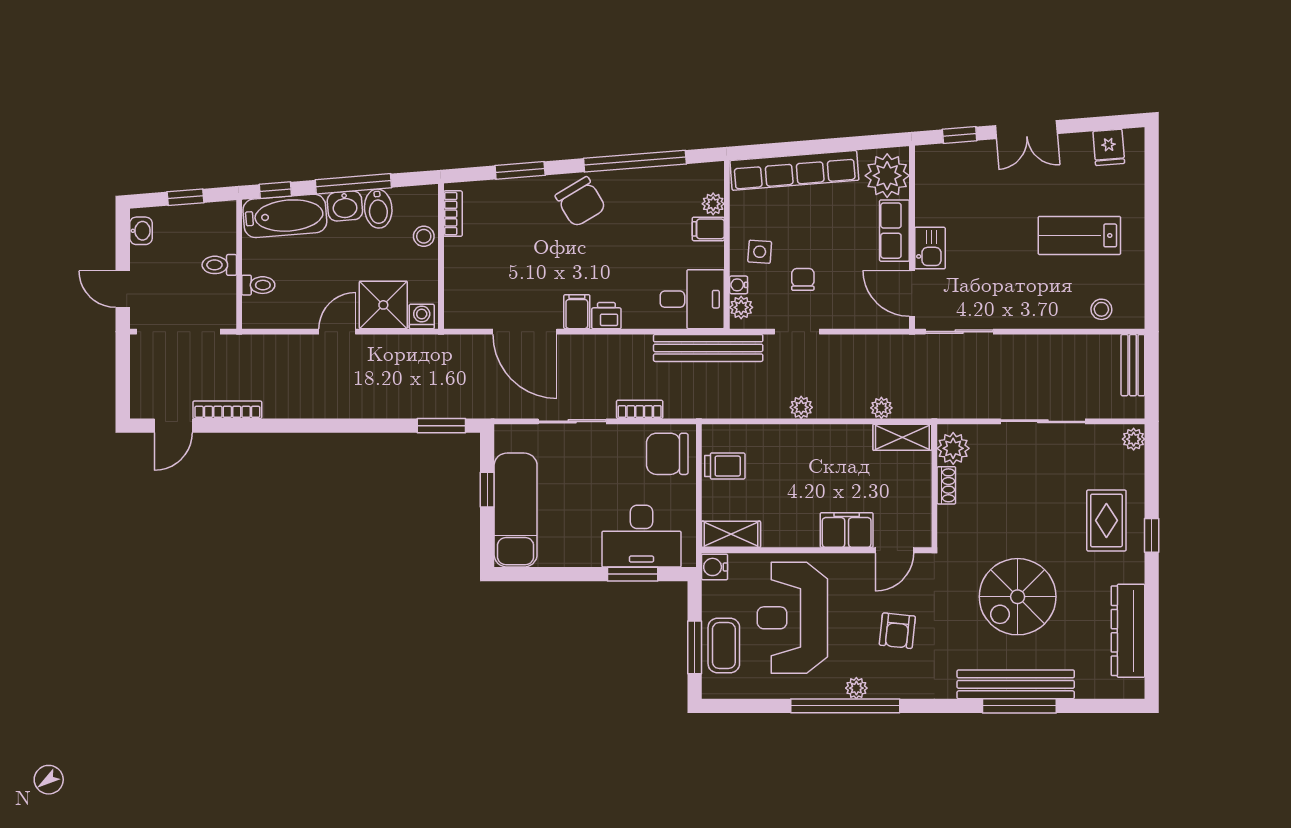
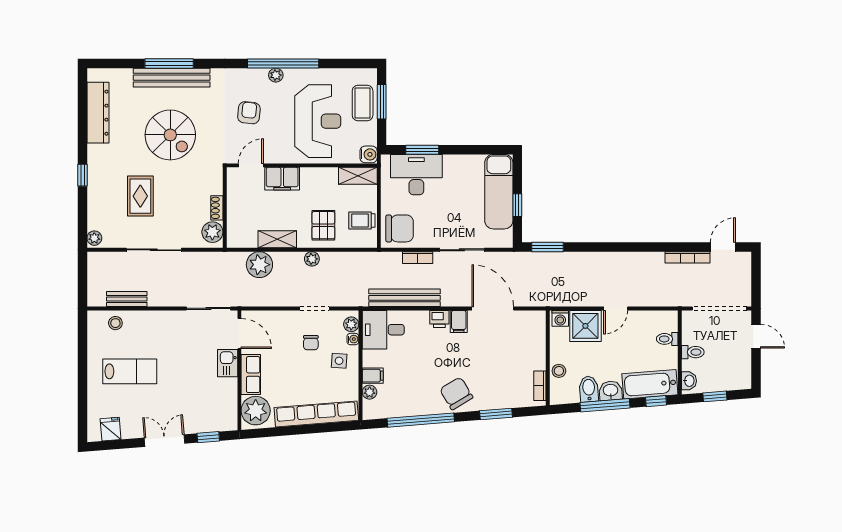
washbasin: (141, 231) -> (689, 381), moved, turned 180
bench: (708, 348) -> (405, 298), moved
bench: (1133, 365) -> (127, 299), moved, turned 90
plant: (881, 408) -> (259, 265), width x1.87, depth x1.87
shelving: (902, 437) -> (277, 239), moved
pallet: (784, 459) -> (323, 225), added
rug: (1106, 520) -> (140, 196), moved
spiral stairs: (1018, 597) -> (170, 135), turned 90

